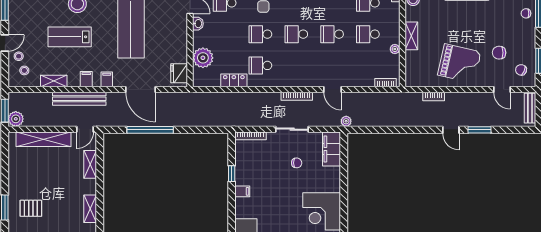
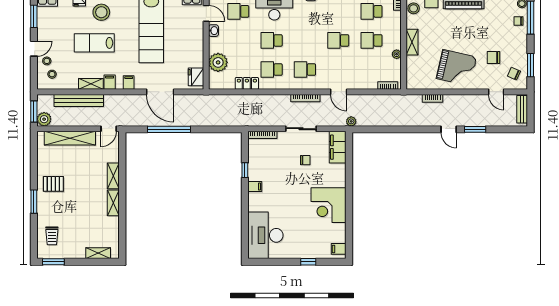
school desk: (296, 34) -> (305, 70), moved
shelving: (54, 81) -> (91, 84), moved
bench: (79, 99) -> (79, 101), moved
shelving: (90, 164) -> (113, 176), moved
pallet: (31, 208) -> (53, 184), moved

